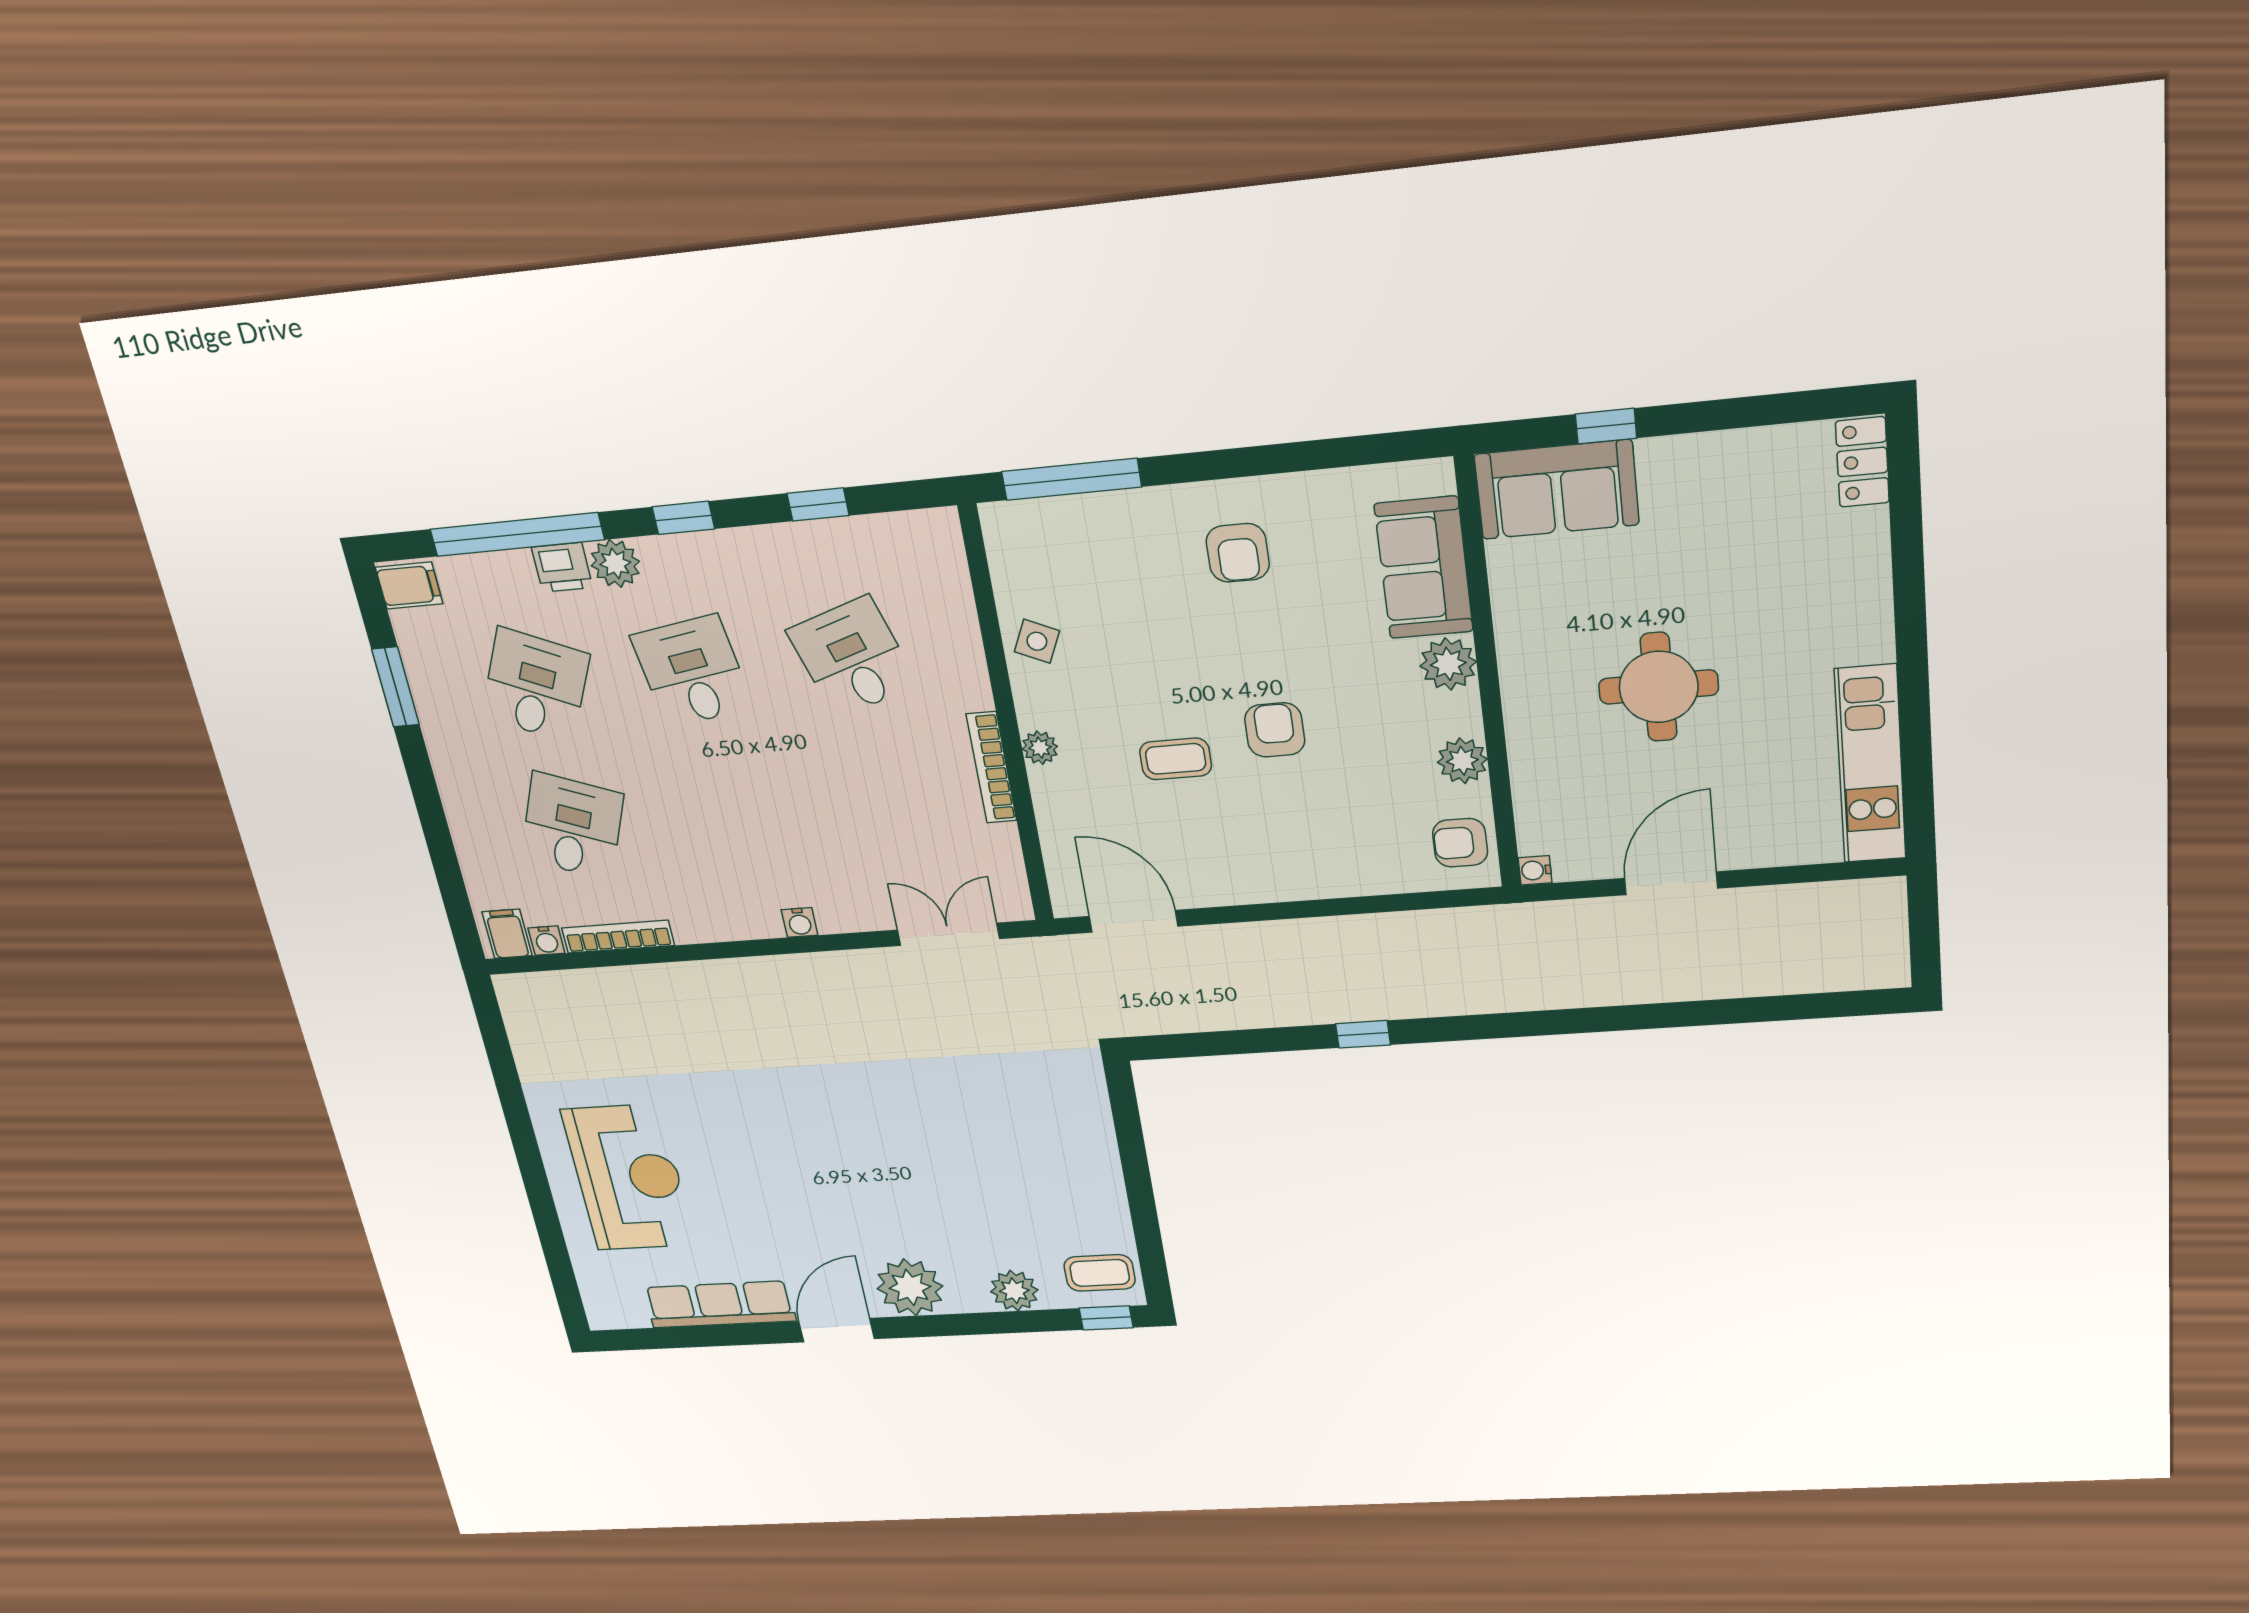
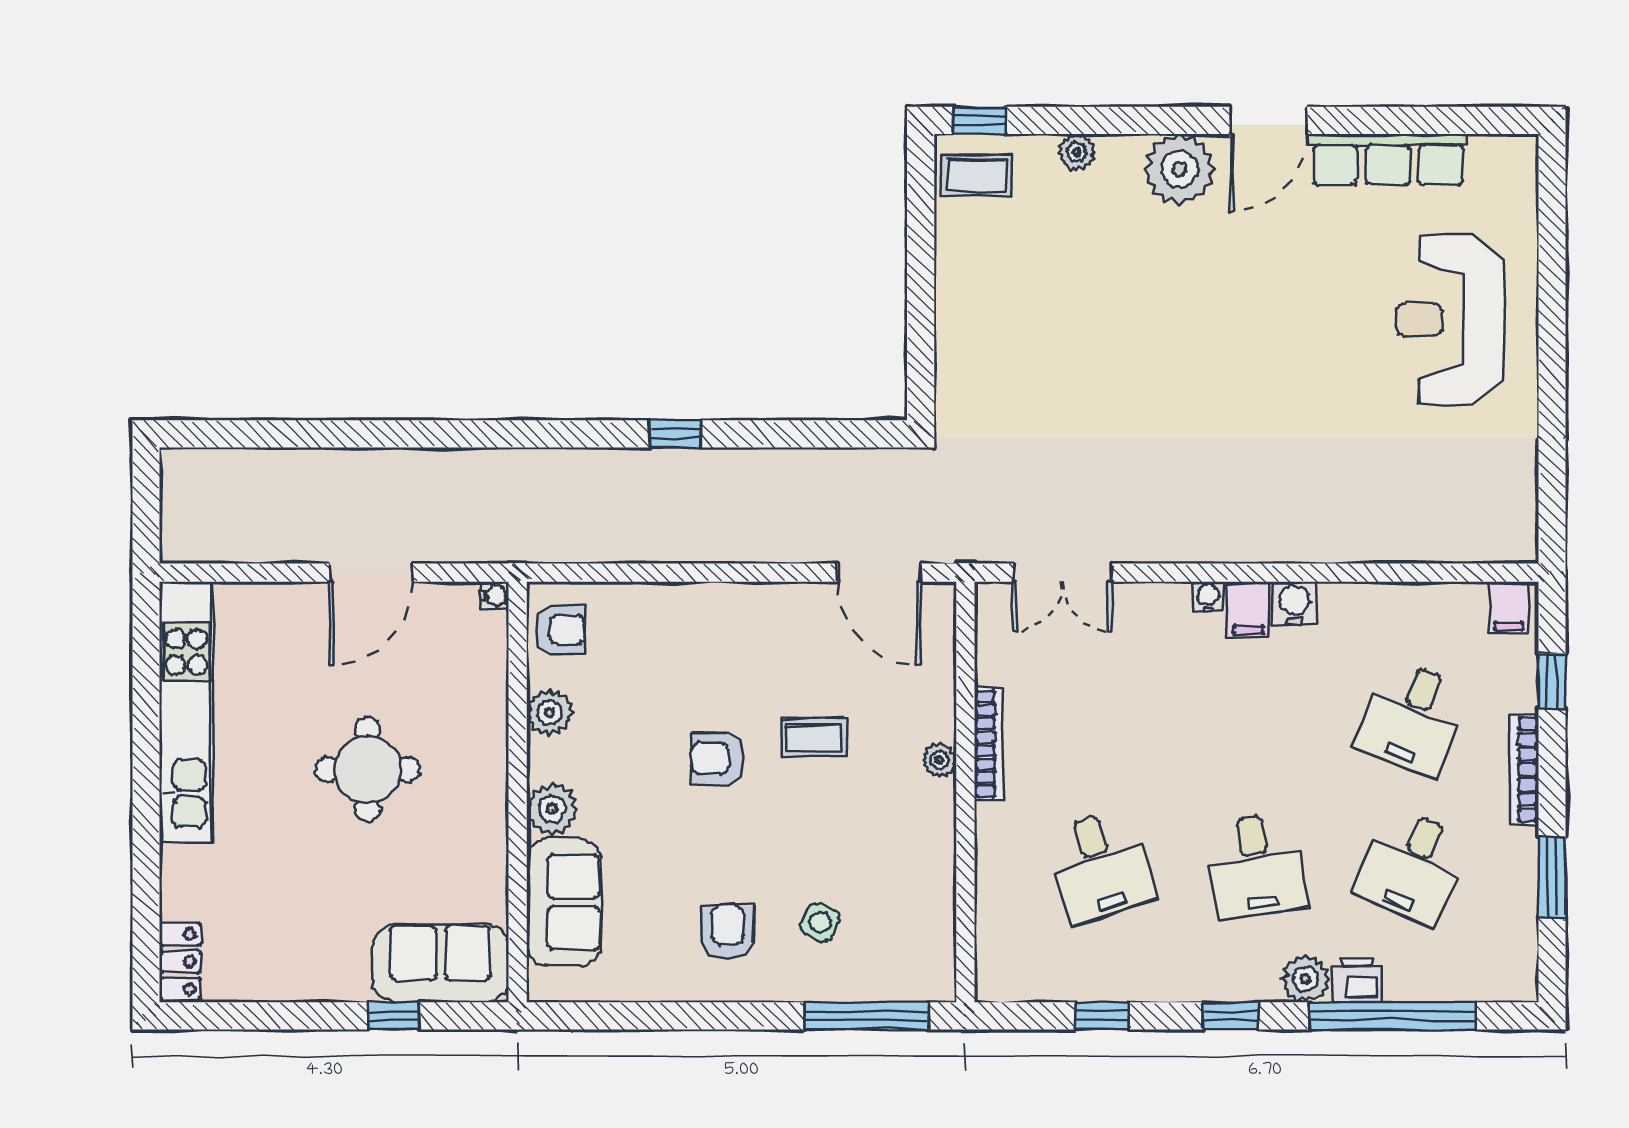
filing cabinet: (409, 586) -> (1248, 610), moved, turned -90
side table: (1037, 641) -> (820, 922), moved
armchair: (1275, 730) -> (717, 758), turned 90
kitchen unit: (1870, 764) -> (186, 712), width x1.36
window: (448, 871) -> (1552, 681), added
bookcase: (618, 937) -> (1524, 769), moved, turned 90
water cooler: (546, 941) -> (1294, 603), moved, width x1.38, depth x1.38
plant: (1014, 1291) -> (1077, 152), width x0.73, depth x0.73

